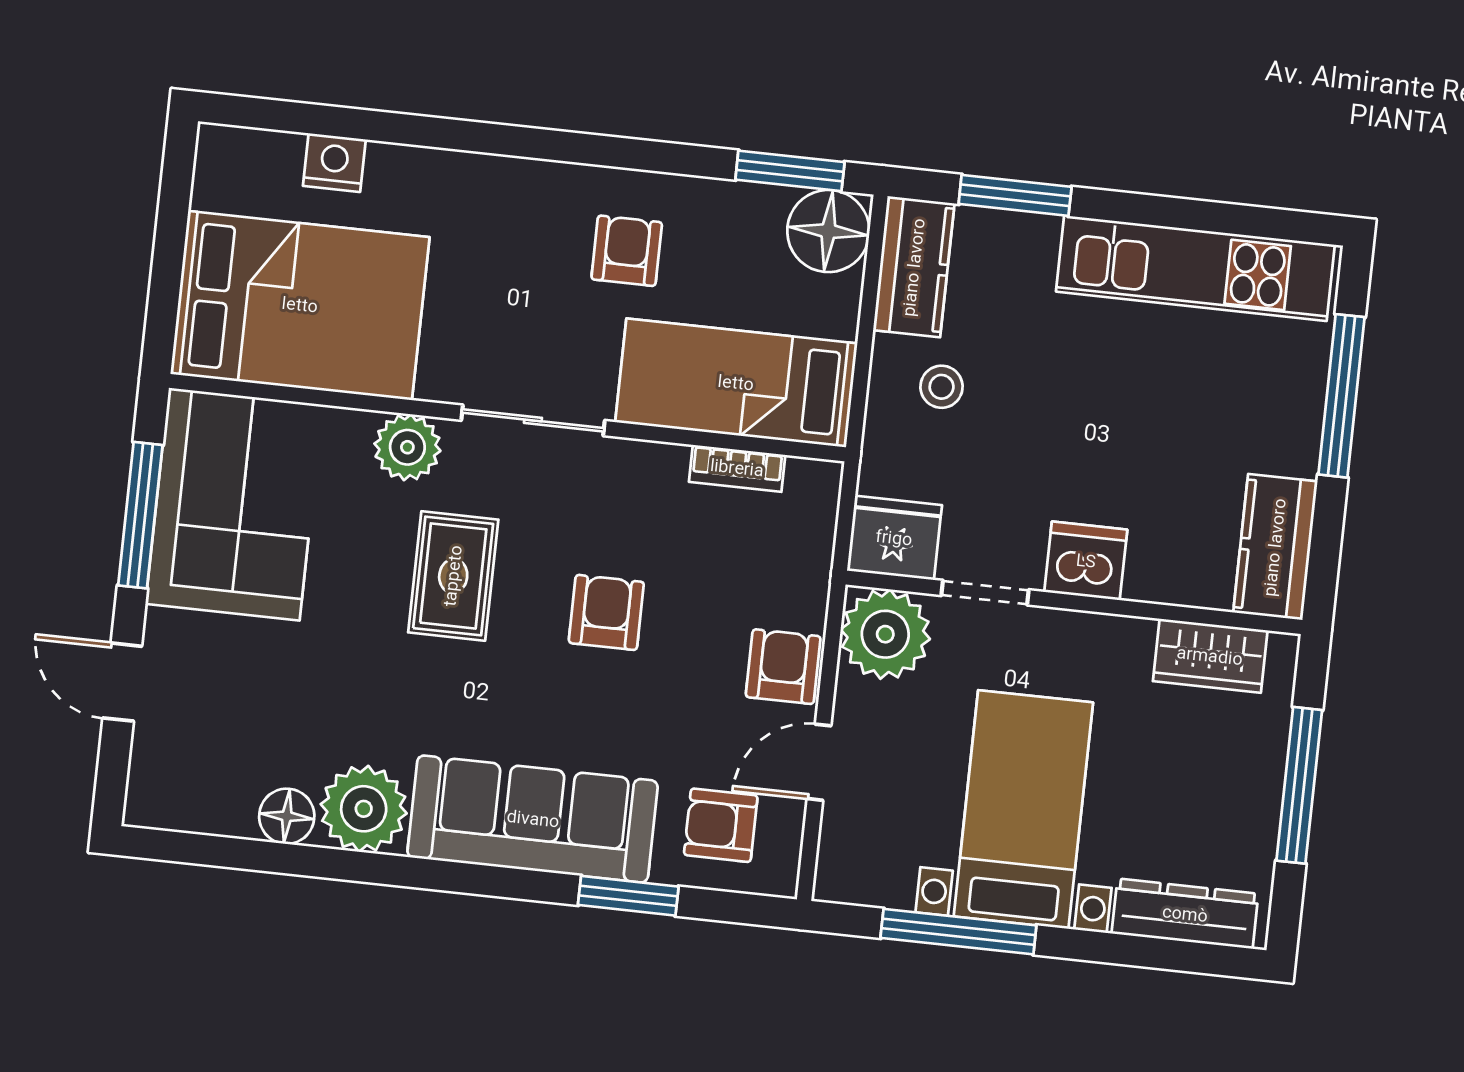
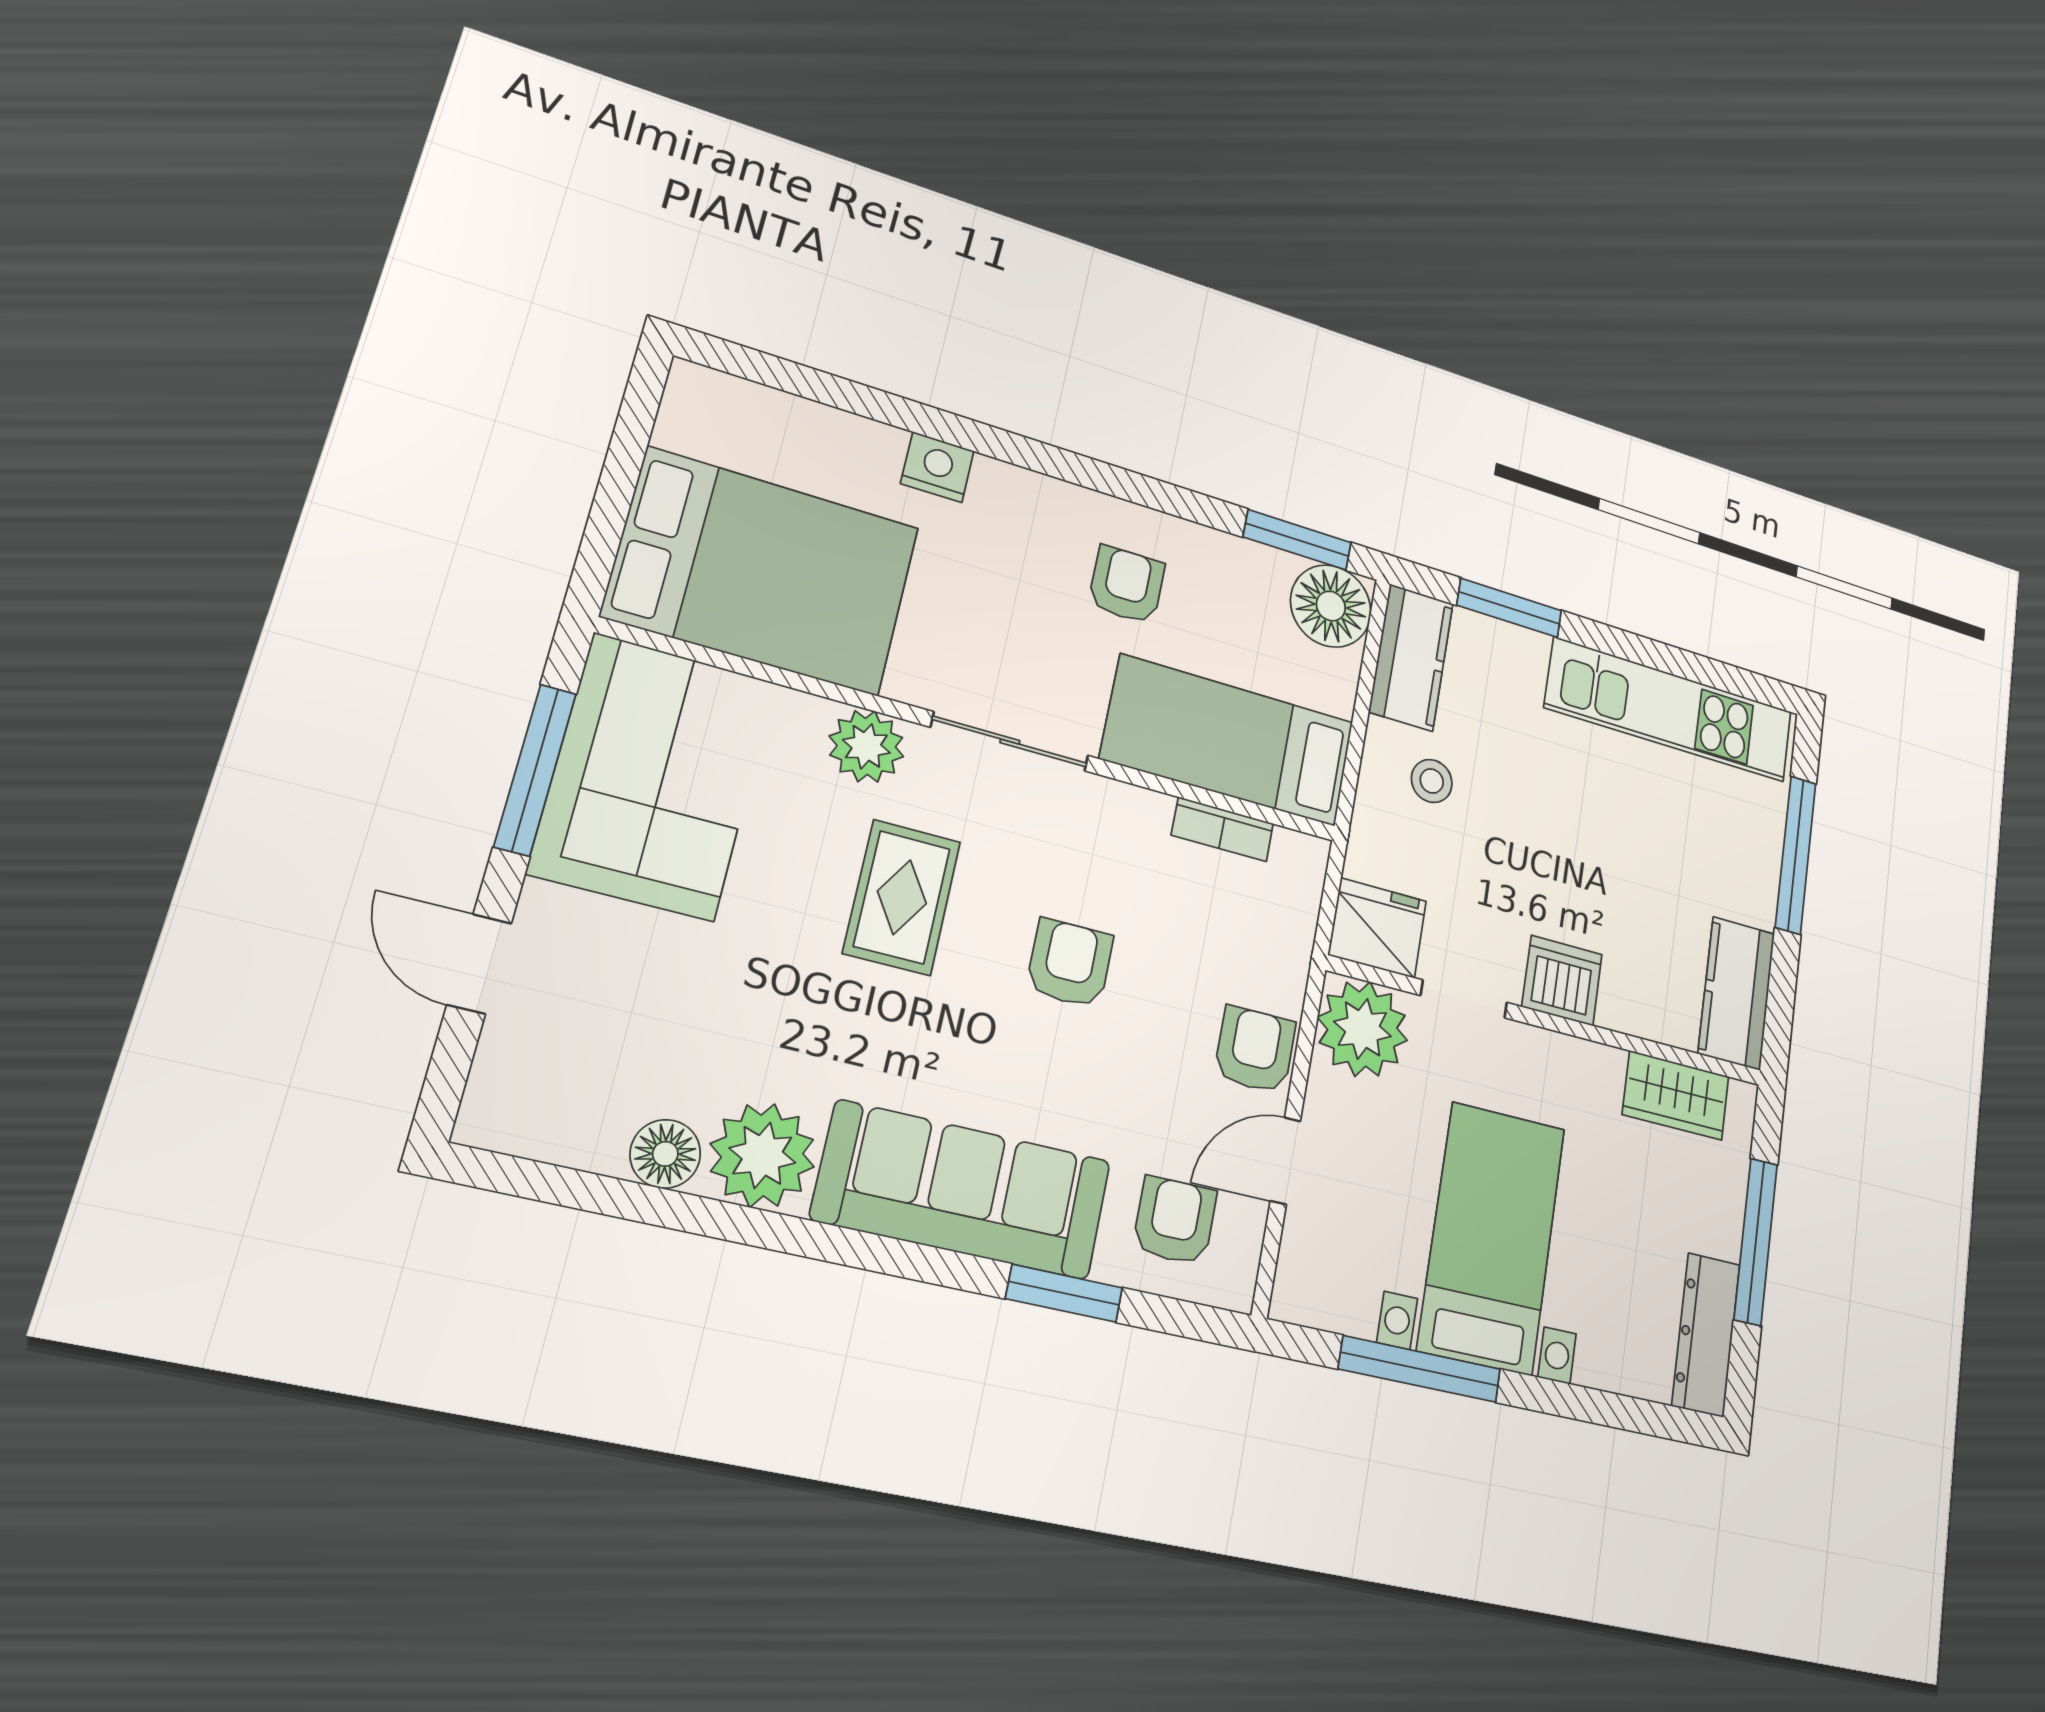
nightstand: (334, 163) -> (937, 467), moved
armchair: (721, 825) -> (1175, 1221), turned 90
dresser: (1185, 914) -> (1706, 1335), moved, turned -90

